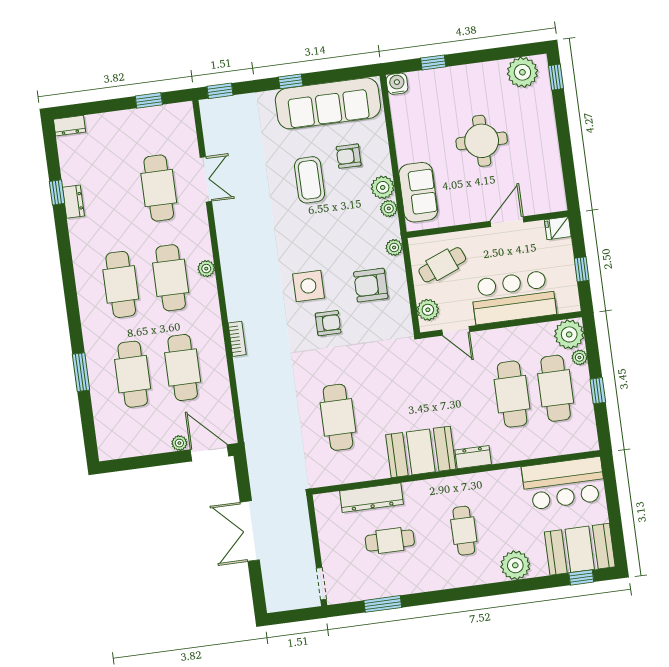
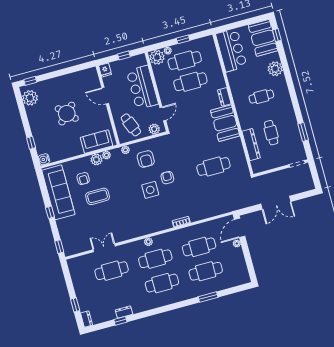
window: (149, 100) -> (75, 305), moved
round table: (482, 141) -> (67, 114), turned 45

